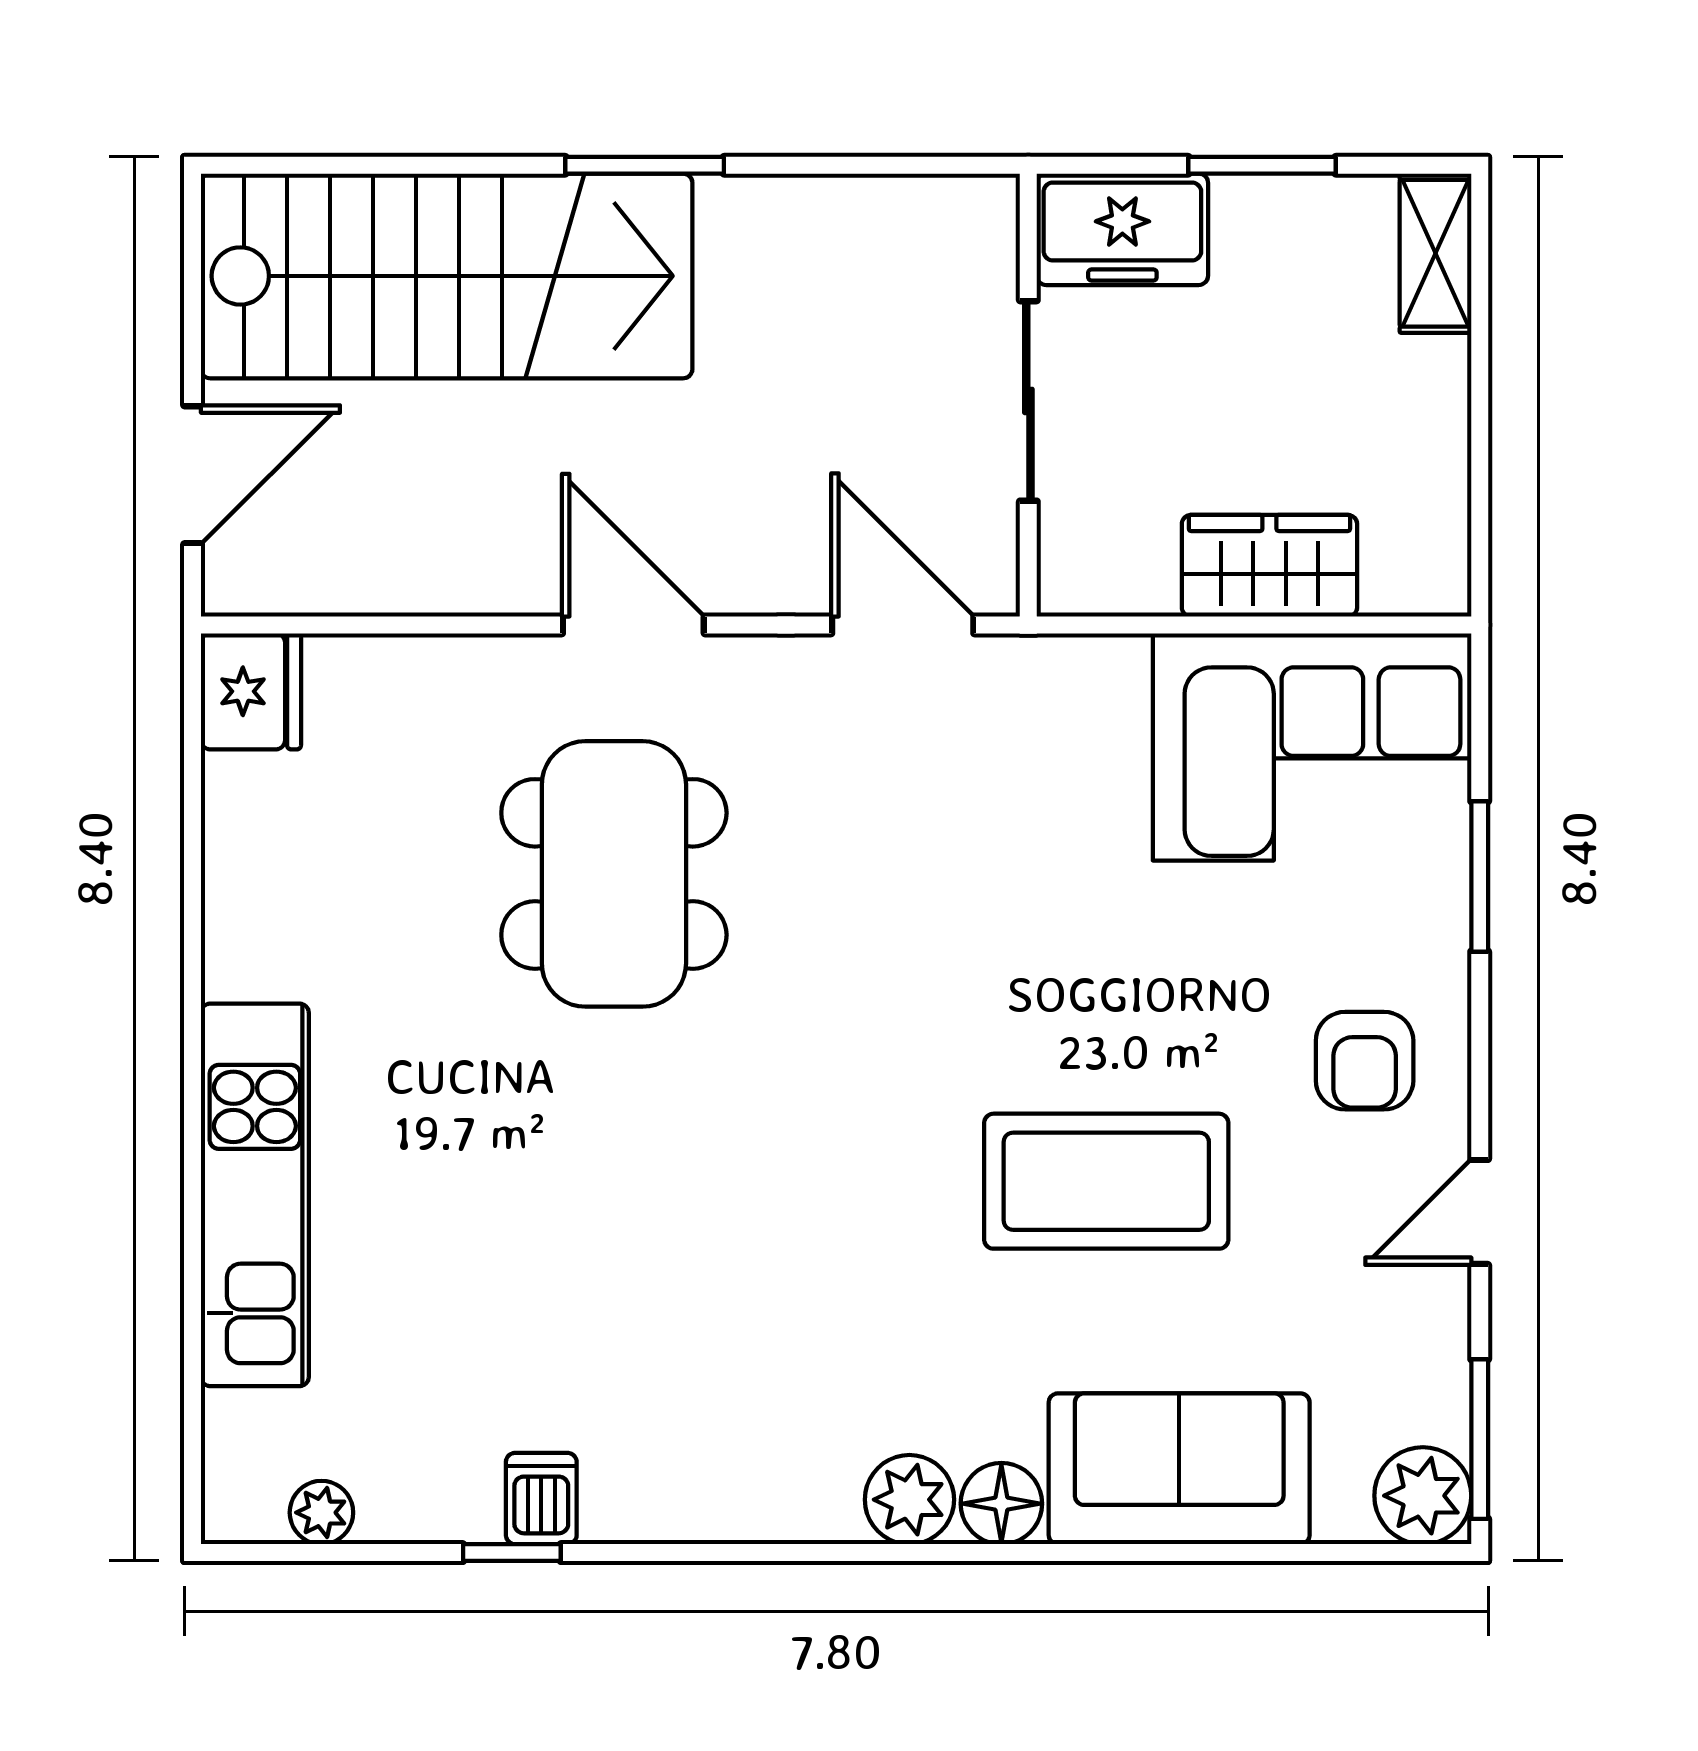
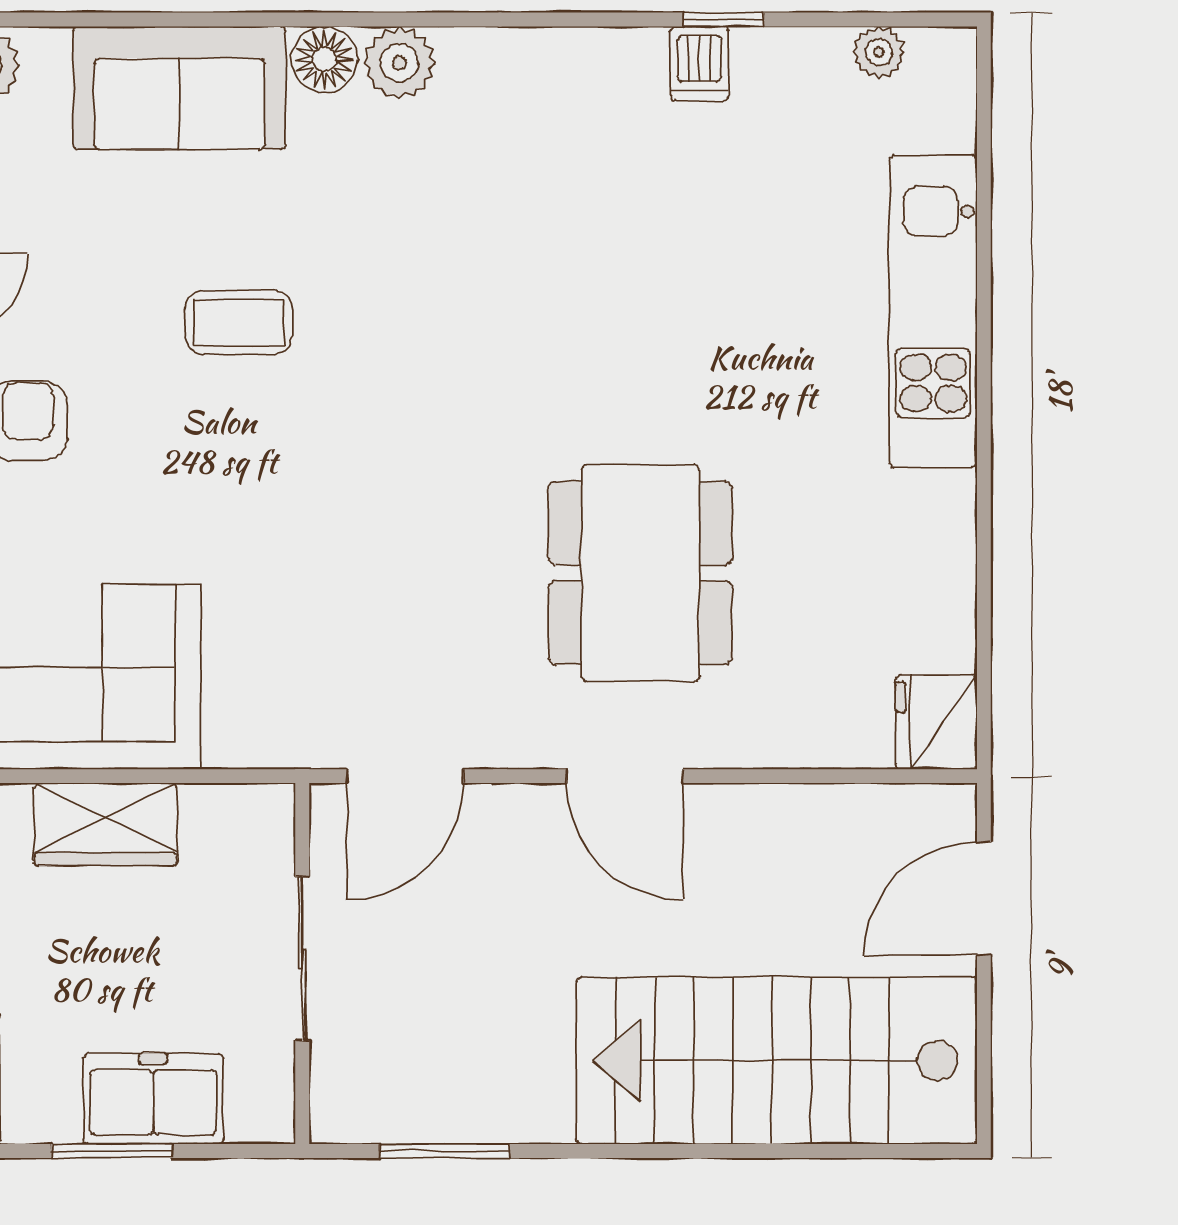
window: (645, 165) -> (444, 1151), moved
freezer: (1122, 229) -> (153, 1099), moved
door: (903, 625) -> (405, 776), hinge flipped
coffee table: (1106, 1181) -> (239, 322), width x0.54, depth x0.58

